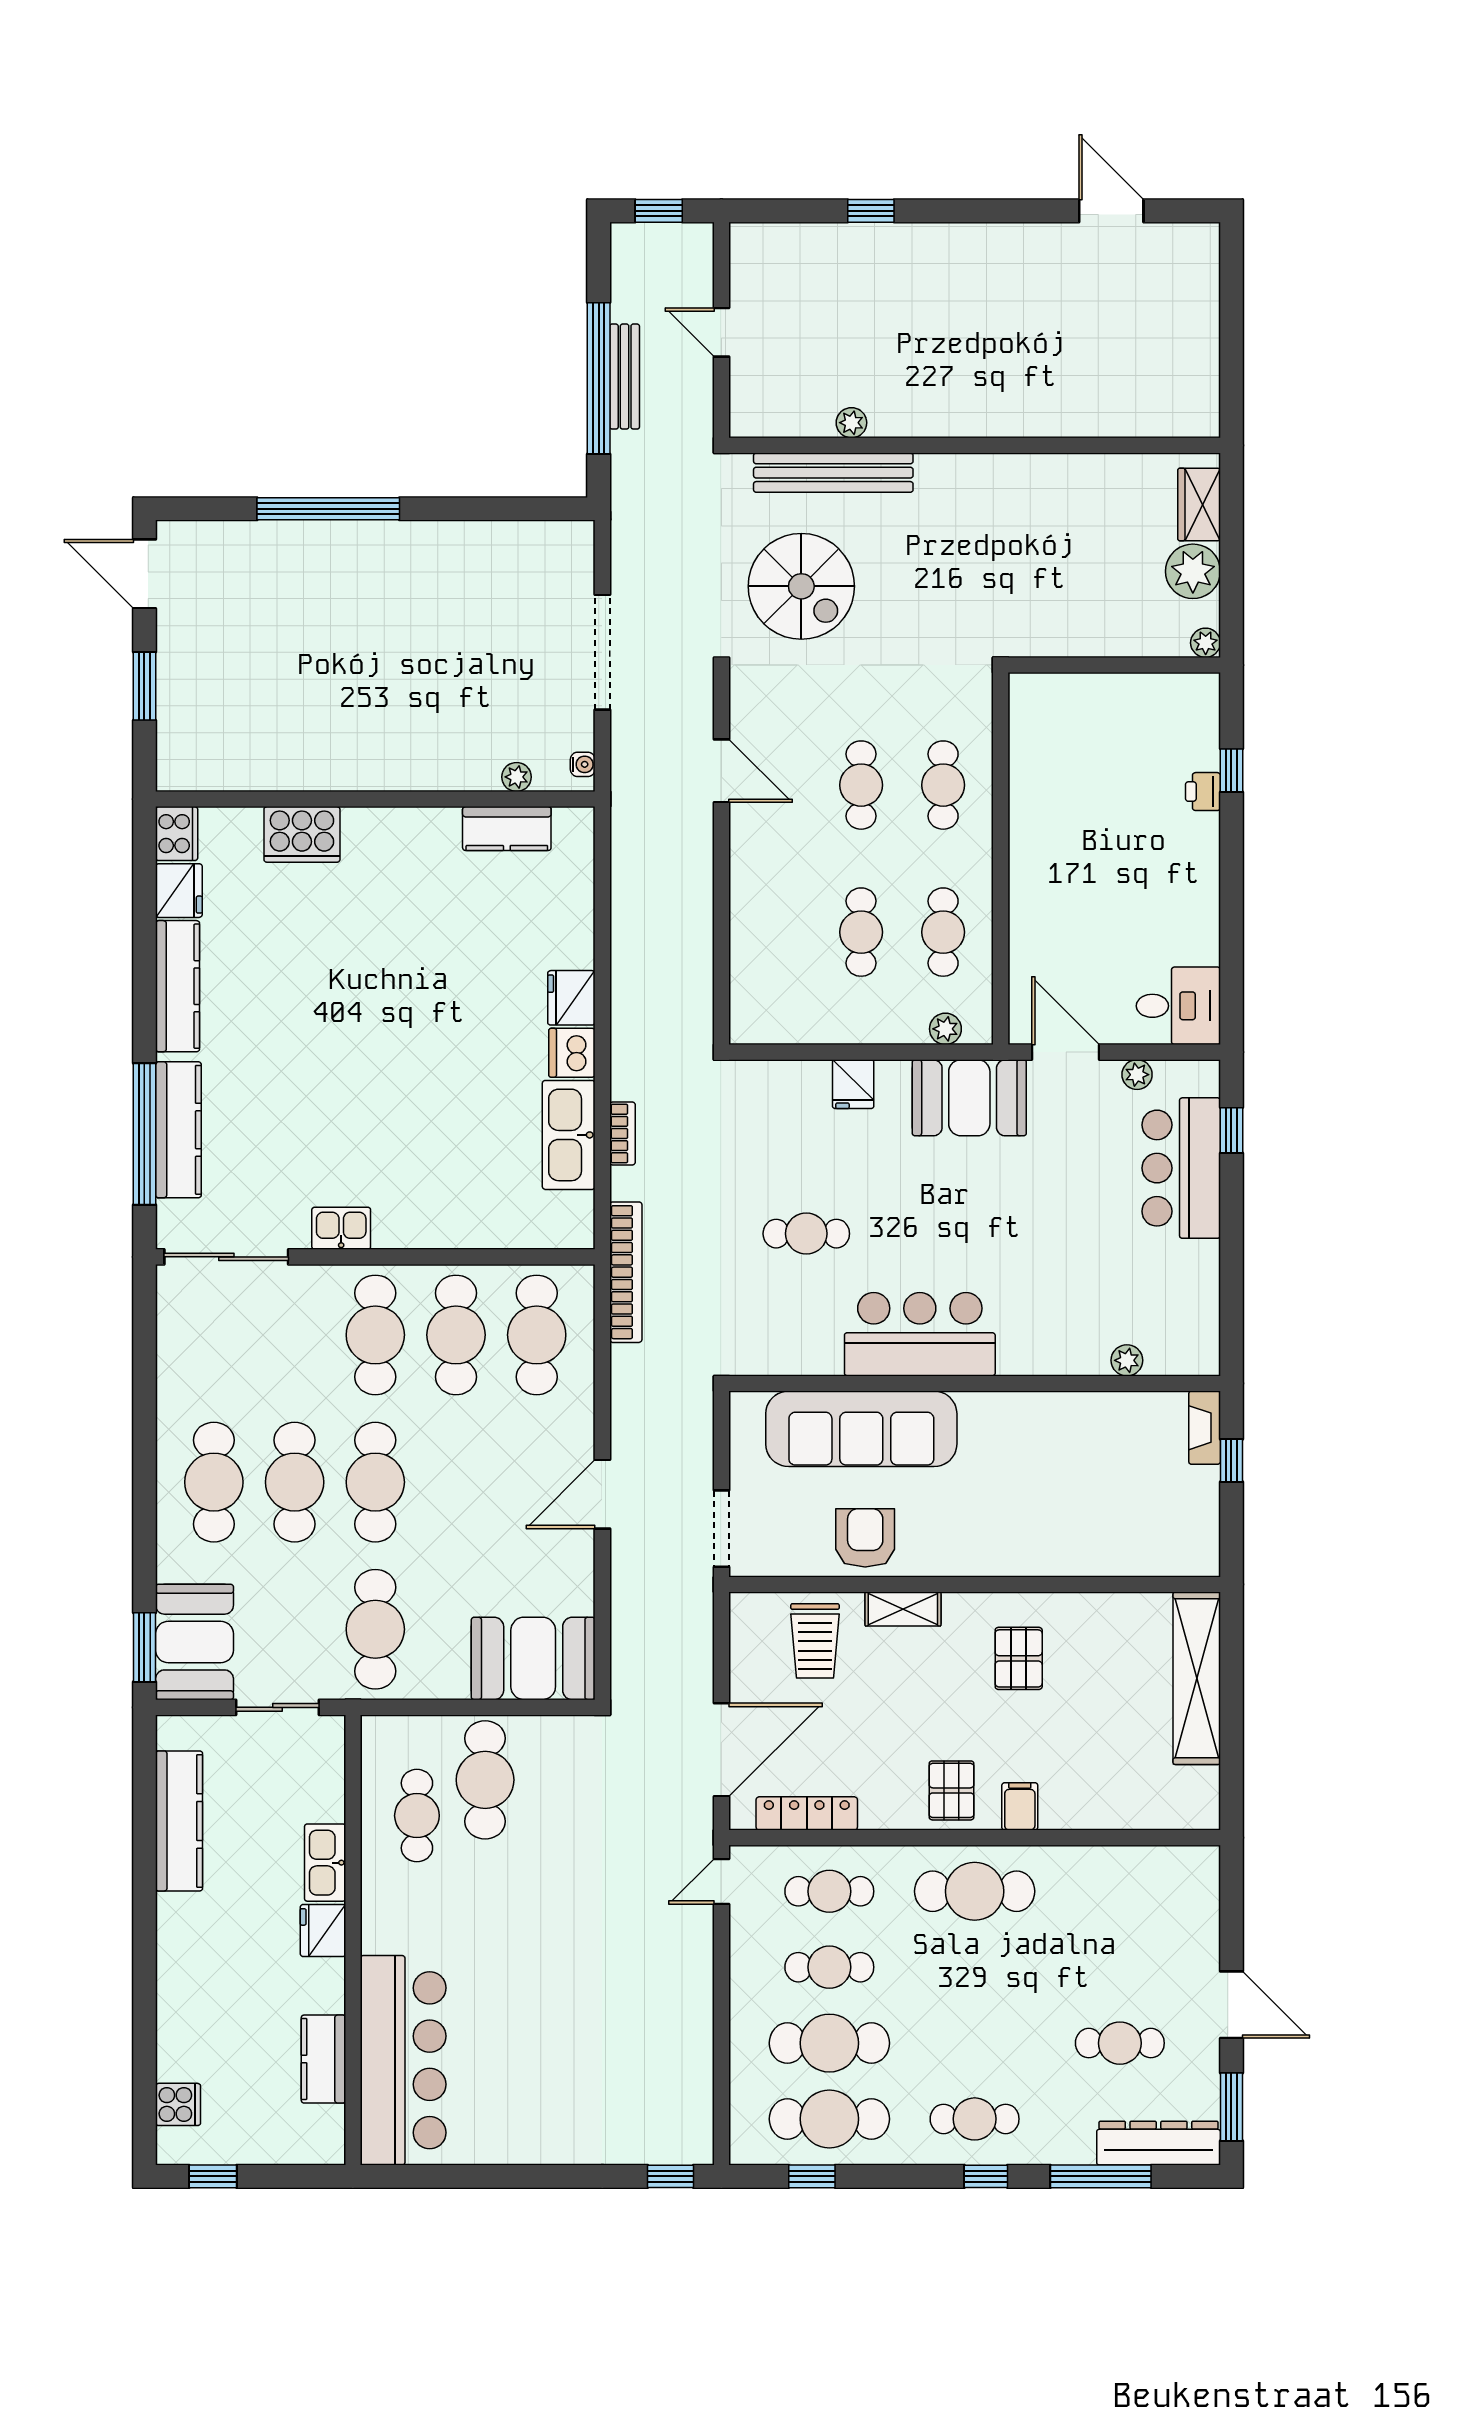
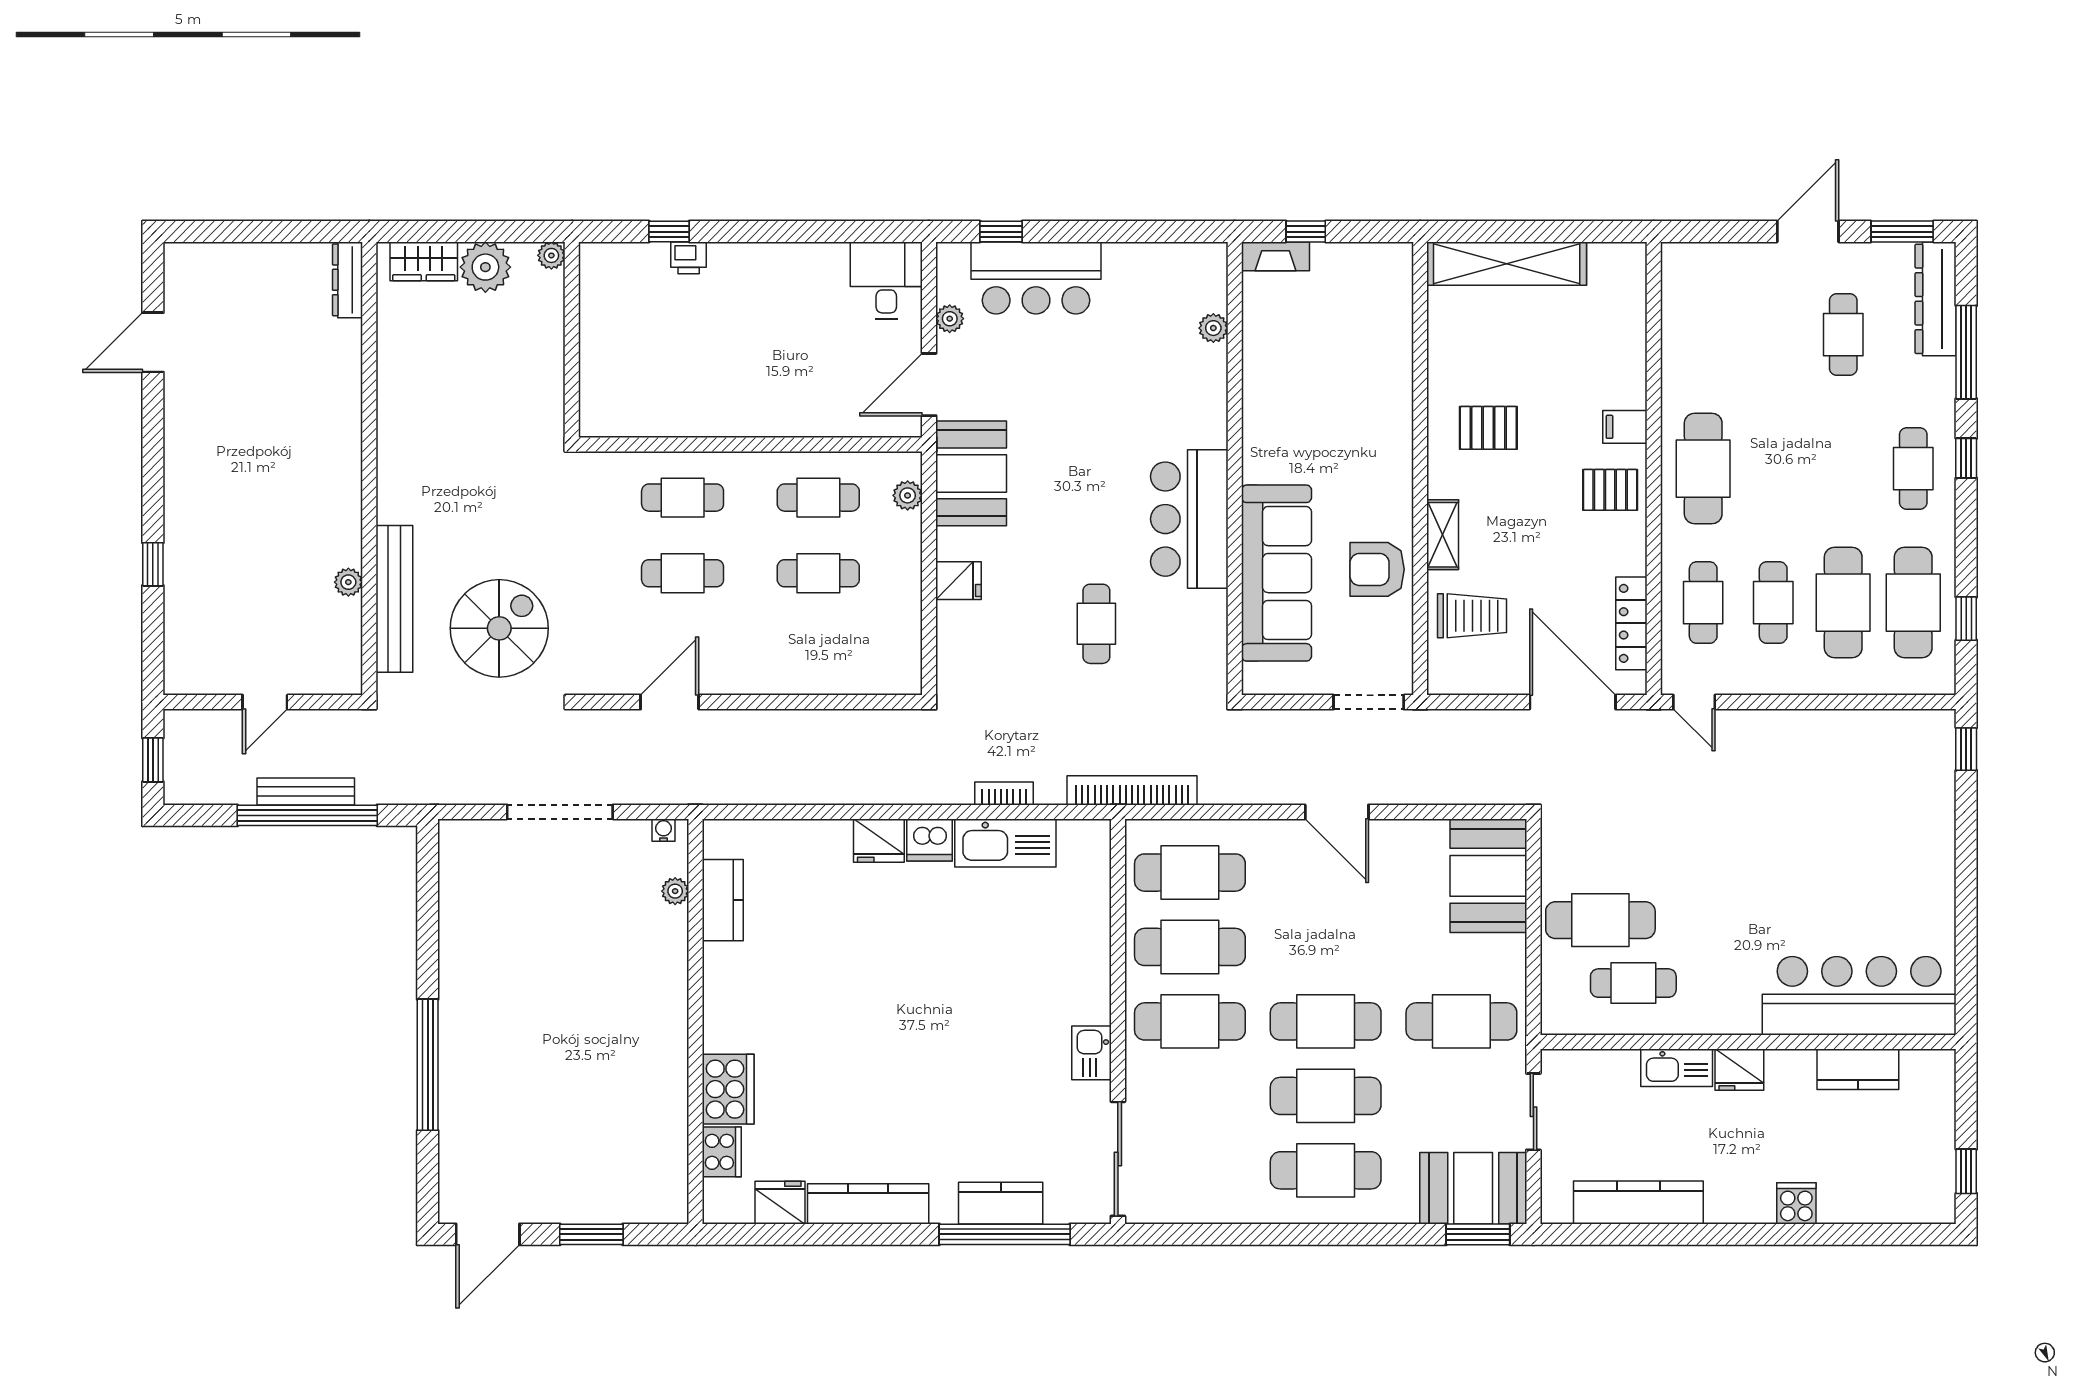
dresser: (1179, 422) -> (347, 280), added
cooker: (177, 834) -> (722, 1152), moved, turned 90
kitchen counter: (178, 1130) -> (1001, 1203), width x0.67
cooker: (178, 2104) -> (1796, 1203), moved

